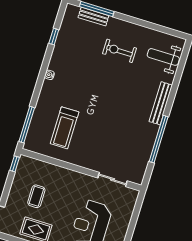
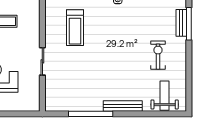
treadmill: (65, 128) -> (75, 28), turned -90
sliding door: (113, 179) -> (42, 61), moved

